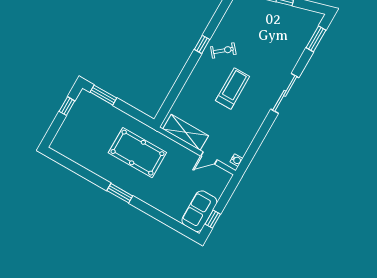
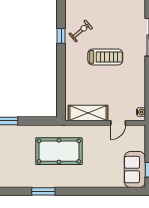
treadmill: (233, 89) -> (105, 57), turned 90
window: (120, 193) -> (43, 191), moved

